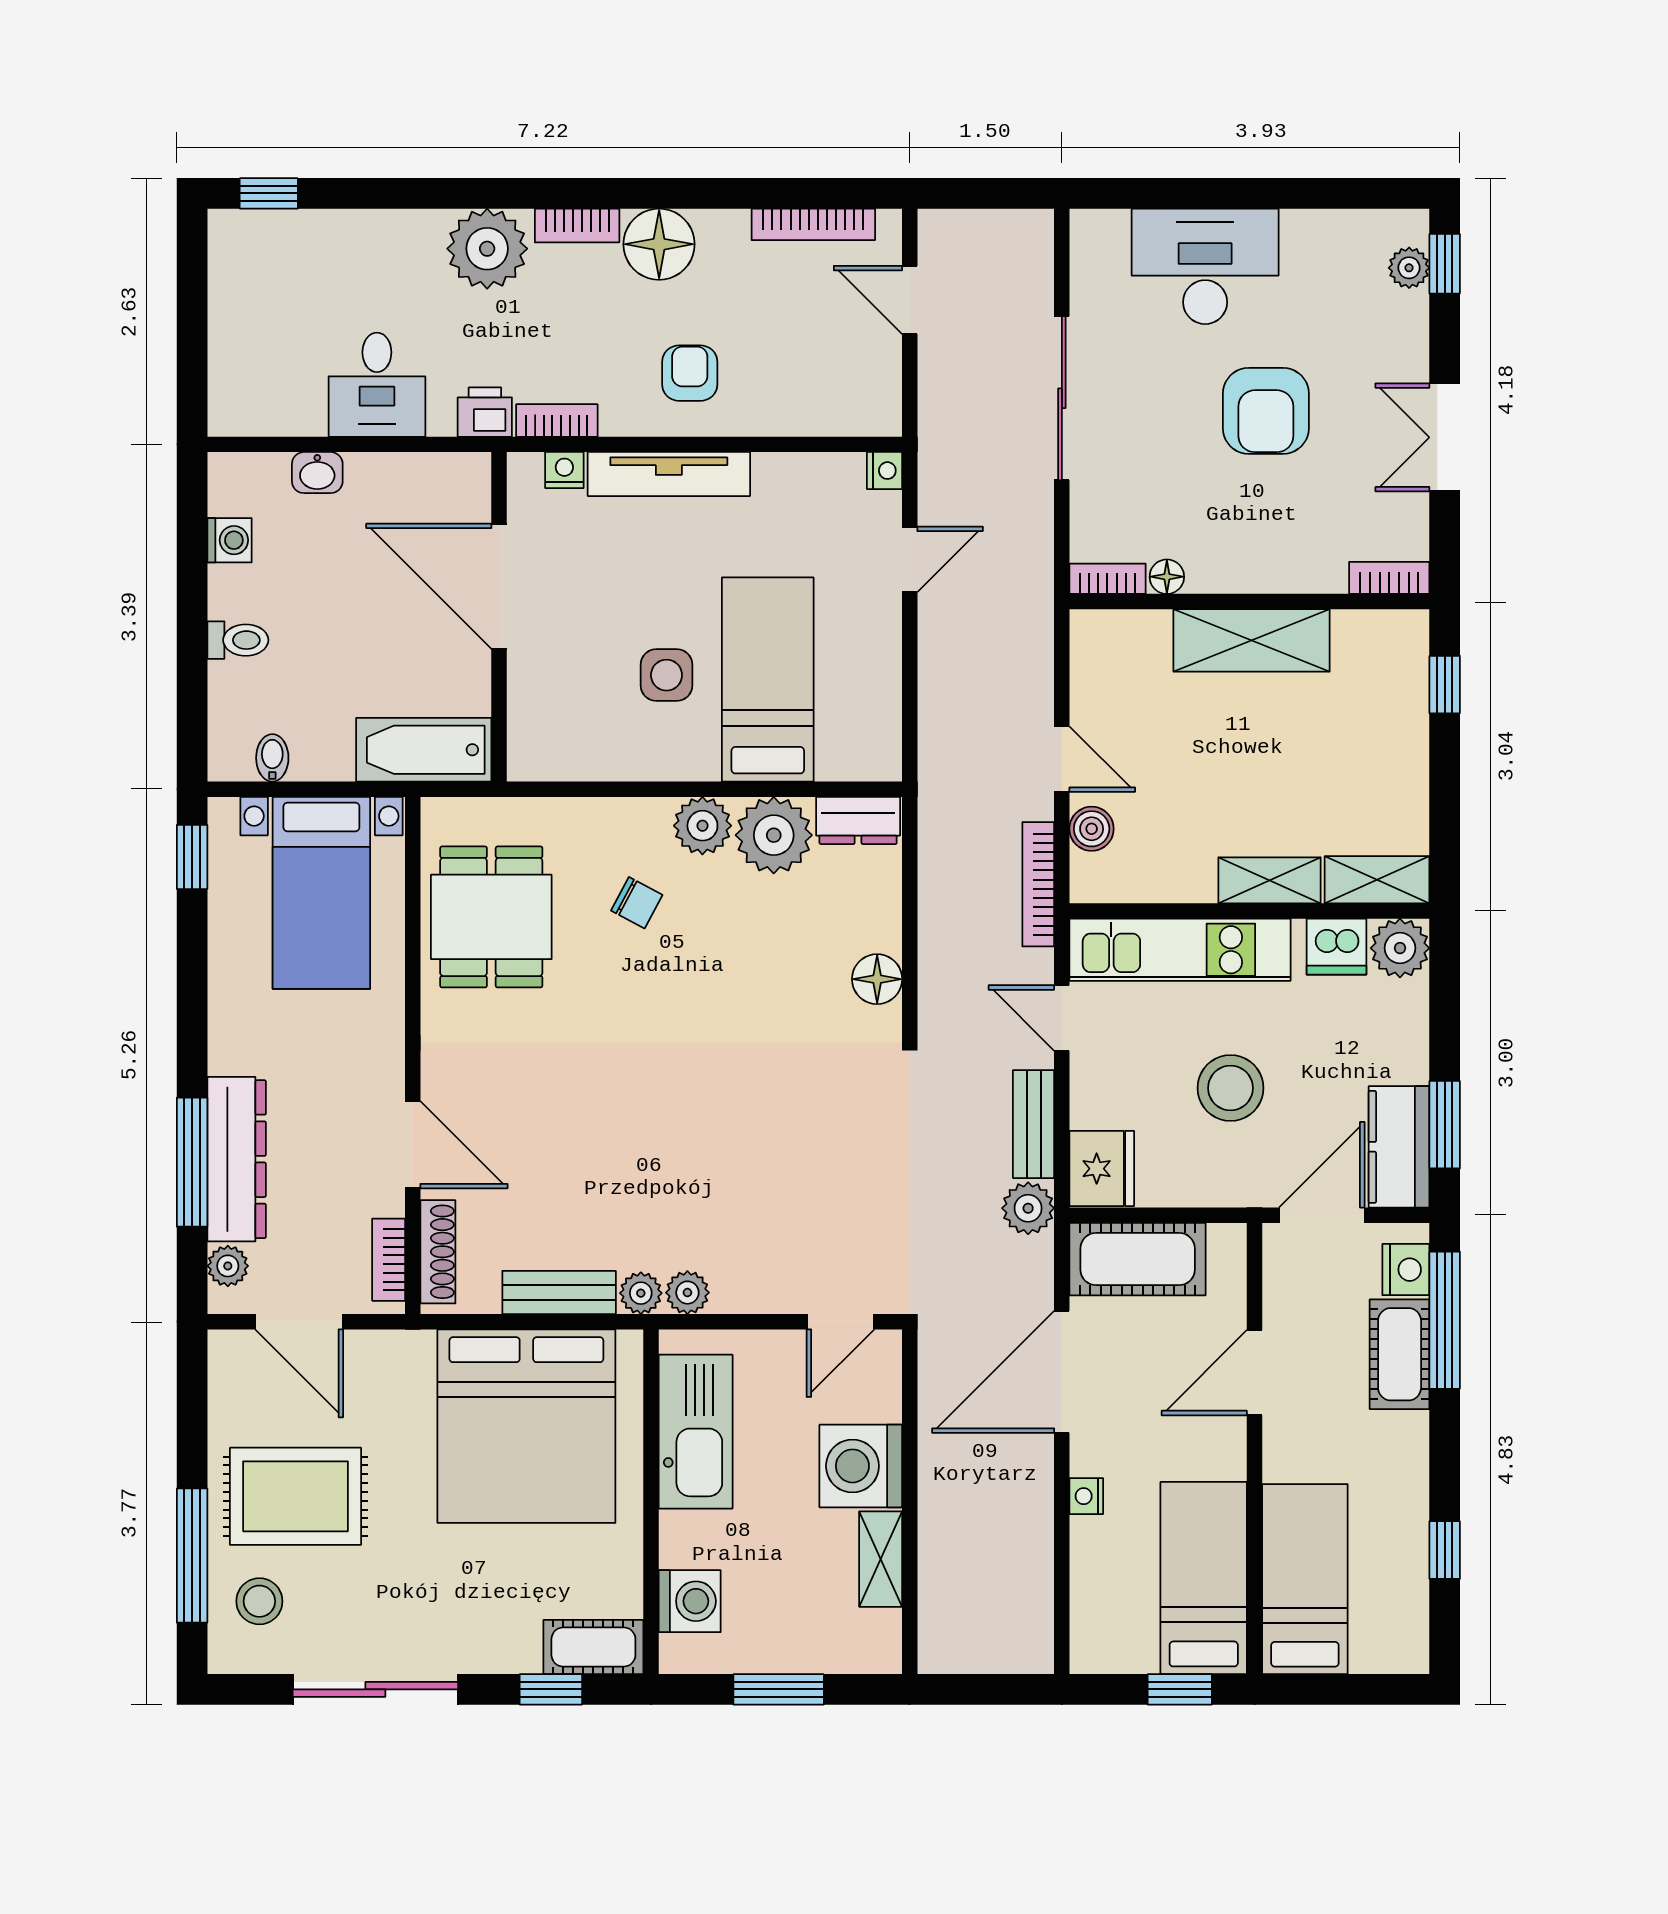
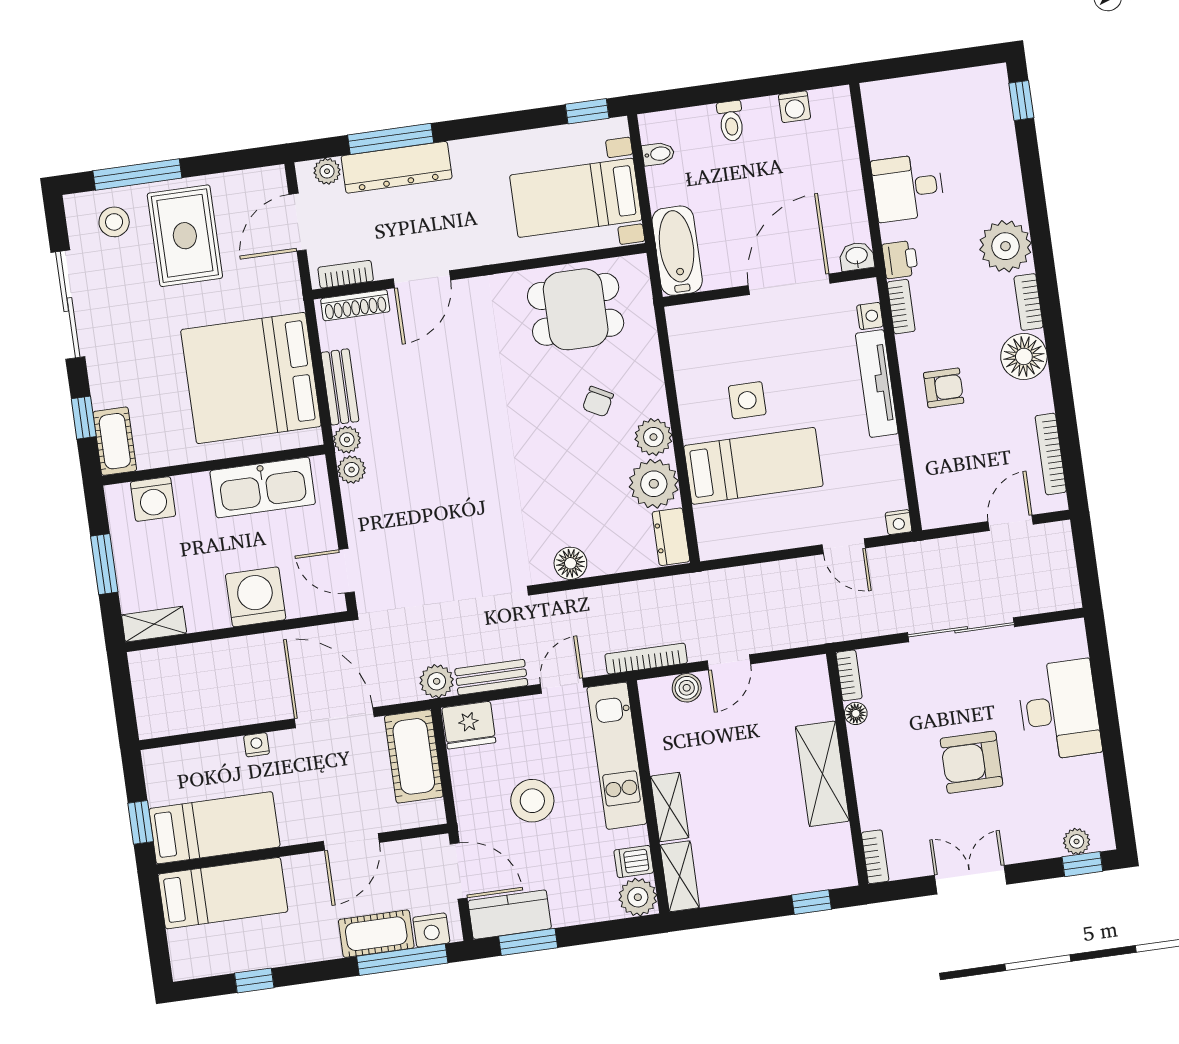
washbasin: (317, 473) -> (857, 256), moved, turned 90
dishwasher: (1337, 947) -> (634, 861), width x0.73
door: (1255, 1373) -> (351, 842), swing flipped
shelving: (881, 1559) -> (154, 624), moved

